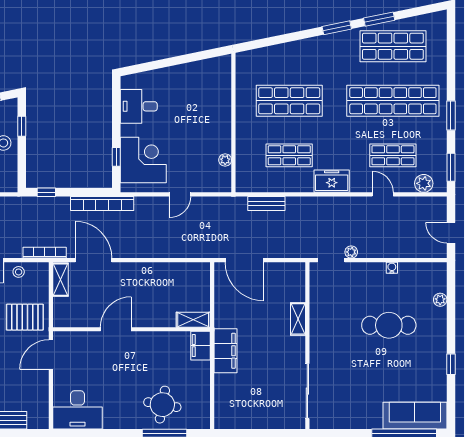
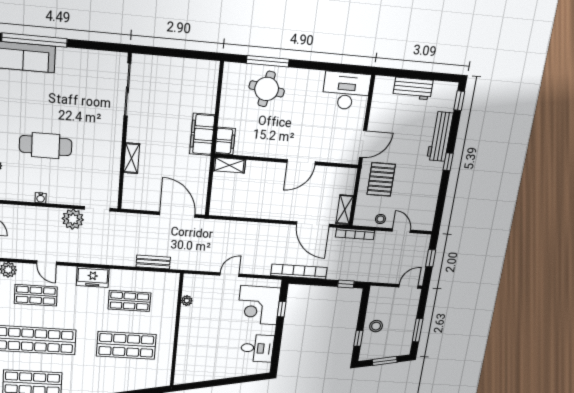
plant: (351, 252) -> (73, 219), width x1.88, depth x1.88
pallet: (25, 317) -> (381, 179), turned 90

